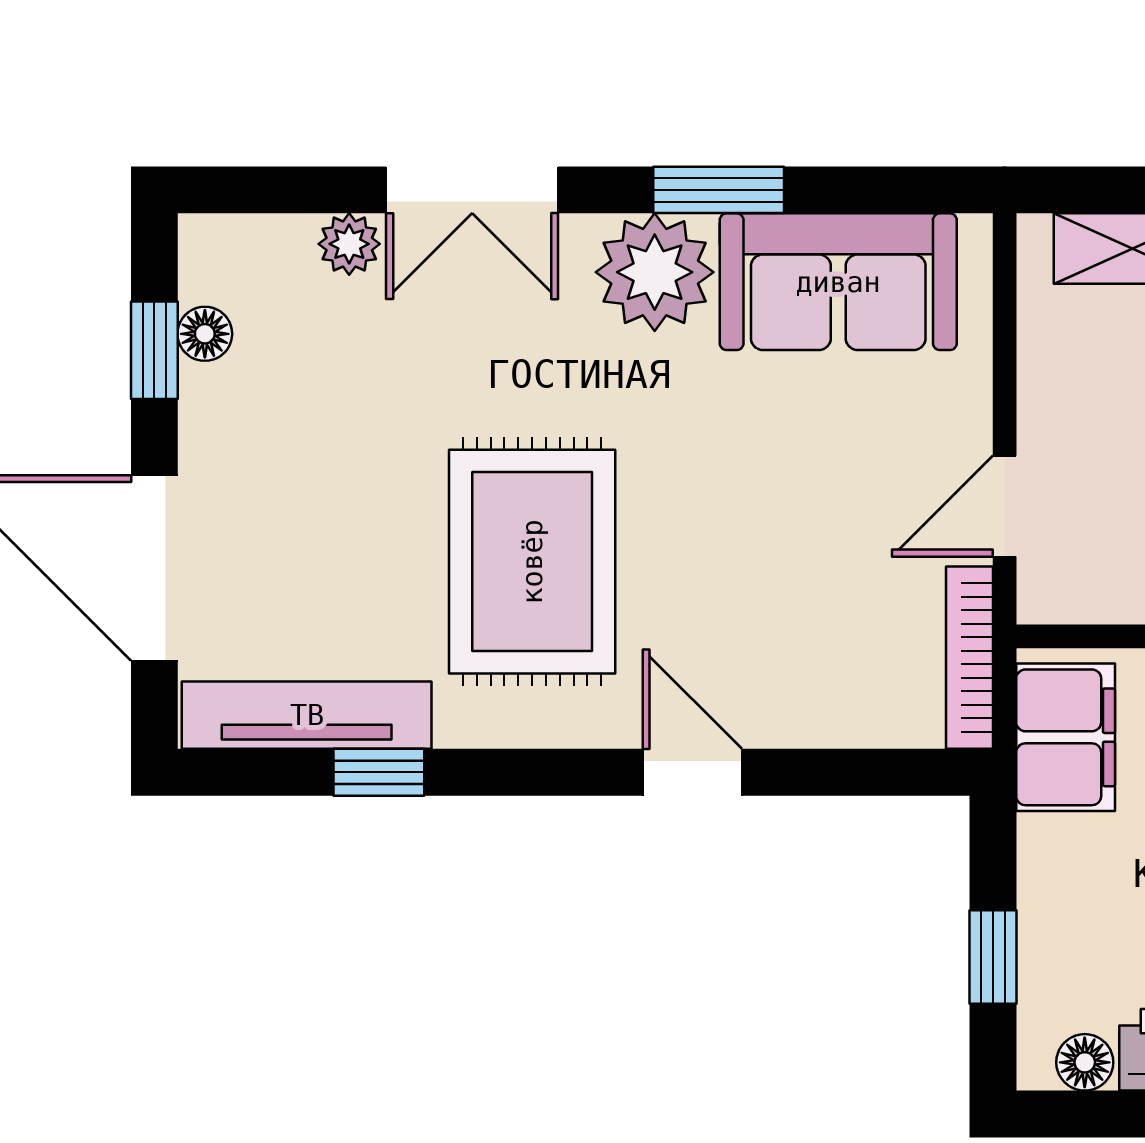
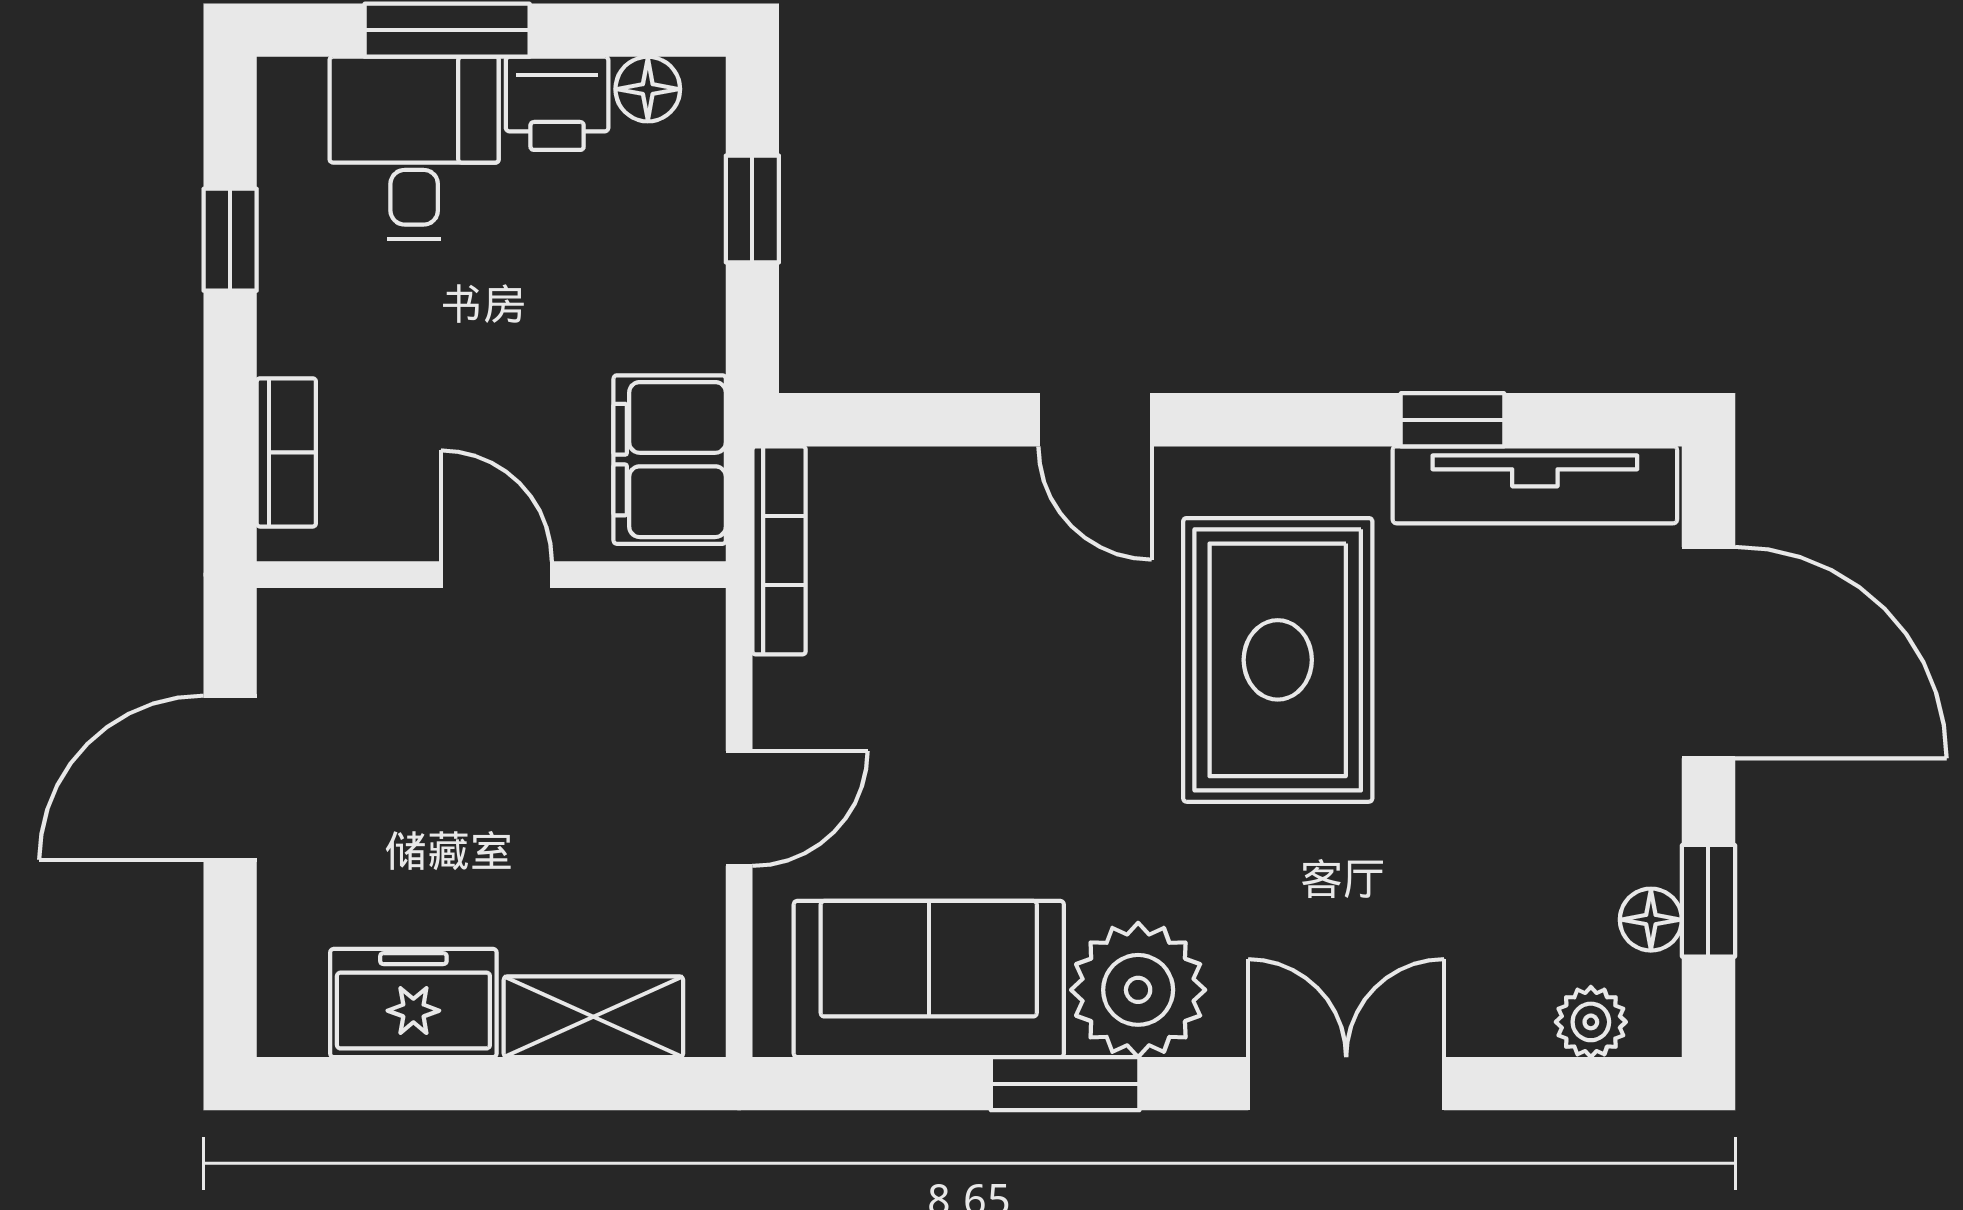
plant: (349, 244) -> (1591, 1022), moved
door: (1005, 506) -> (739, 808), moved

